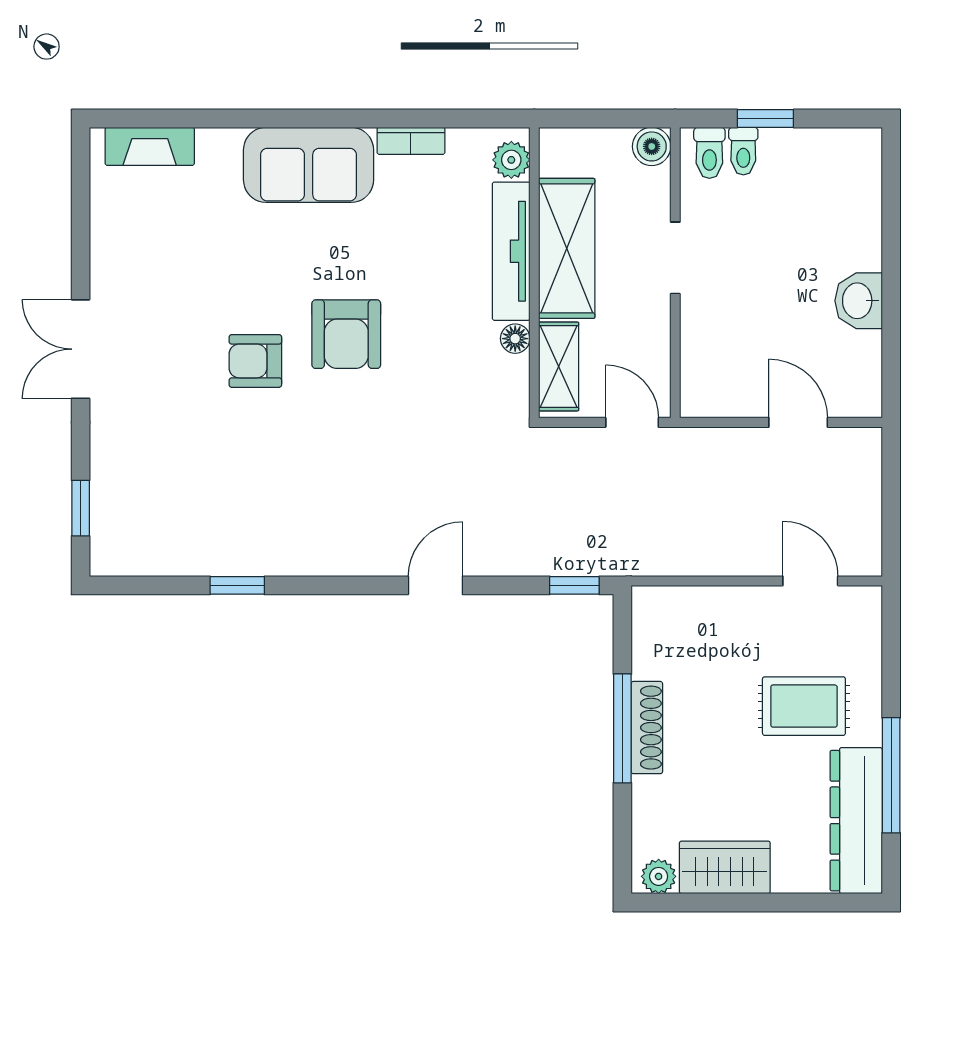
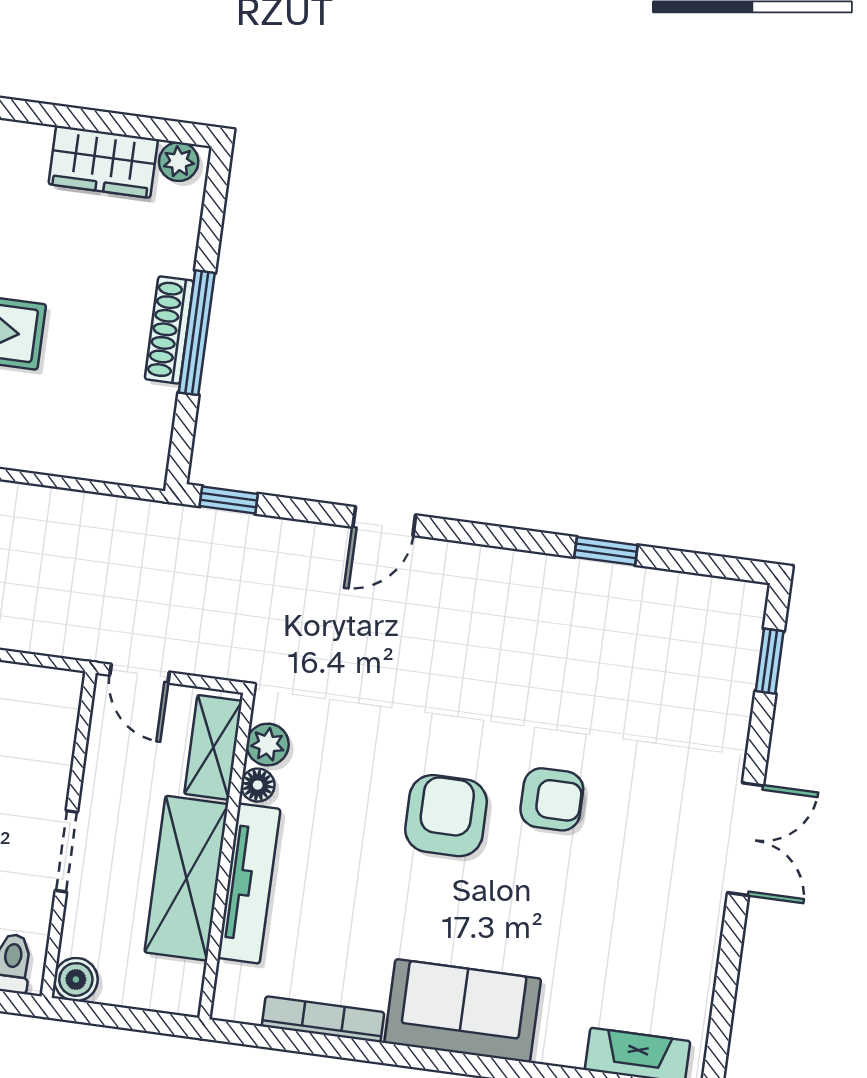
bookcase: (411, 141) -> (323, 1019), width x1.56
plant: (511, 160) -> (268, 744), moved

